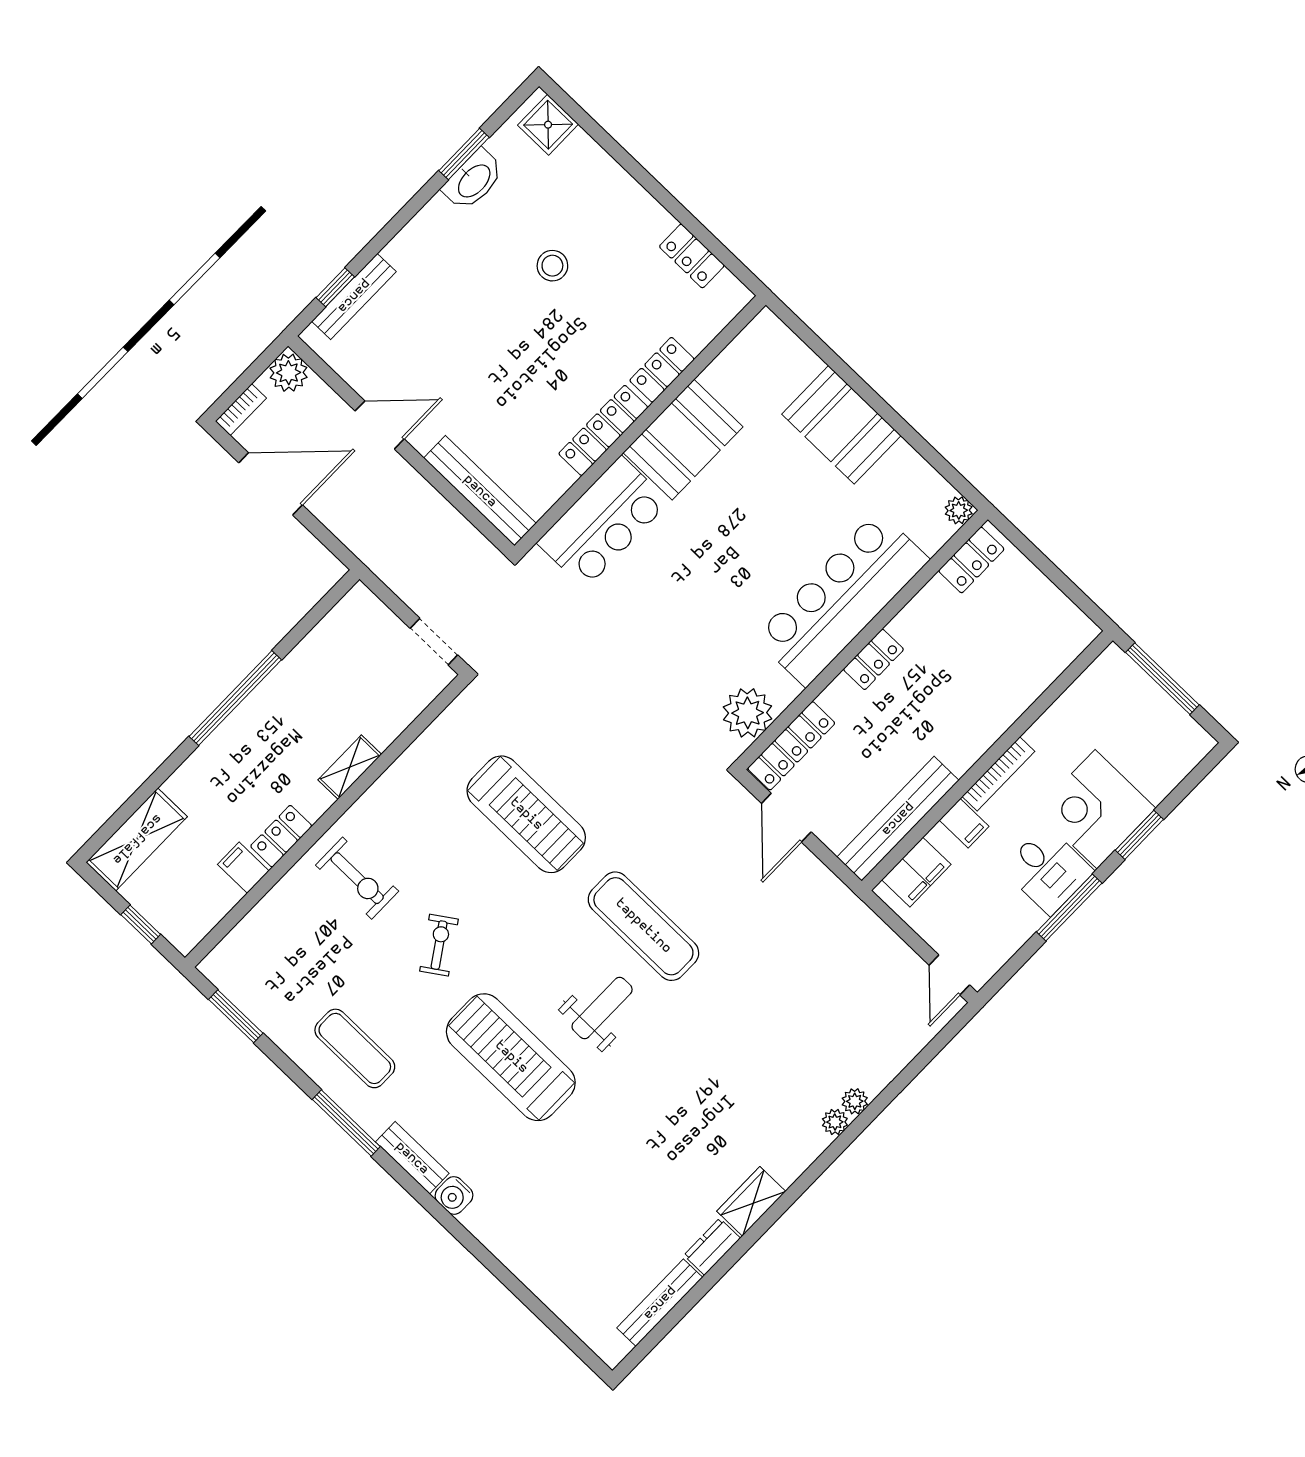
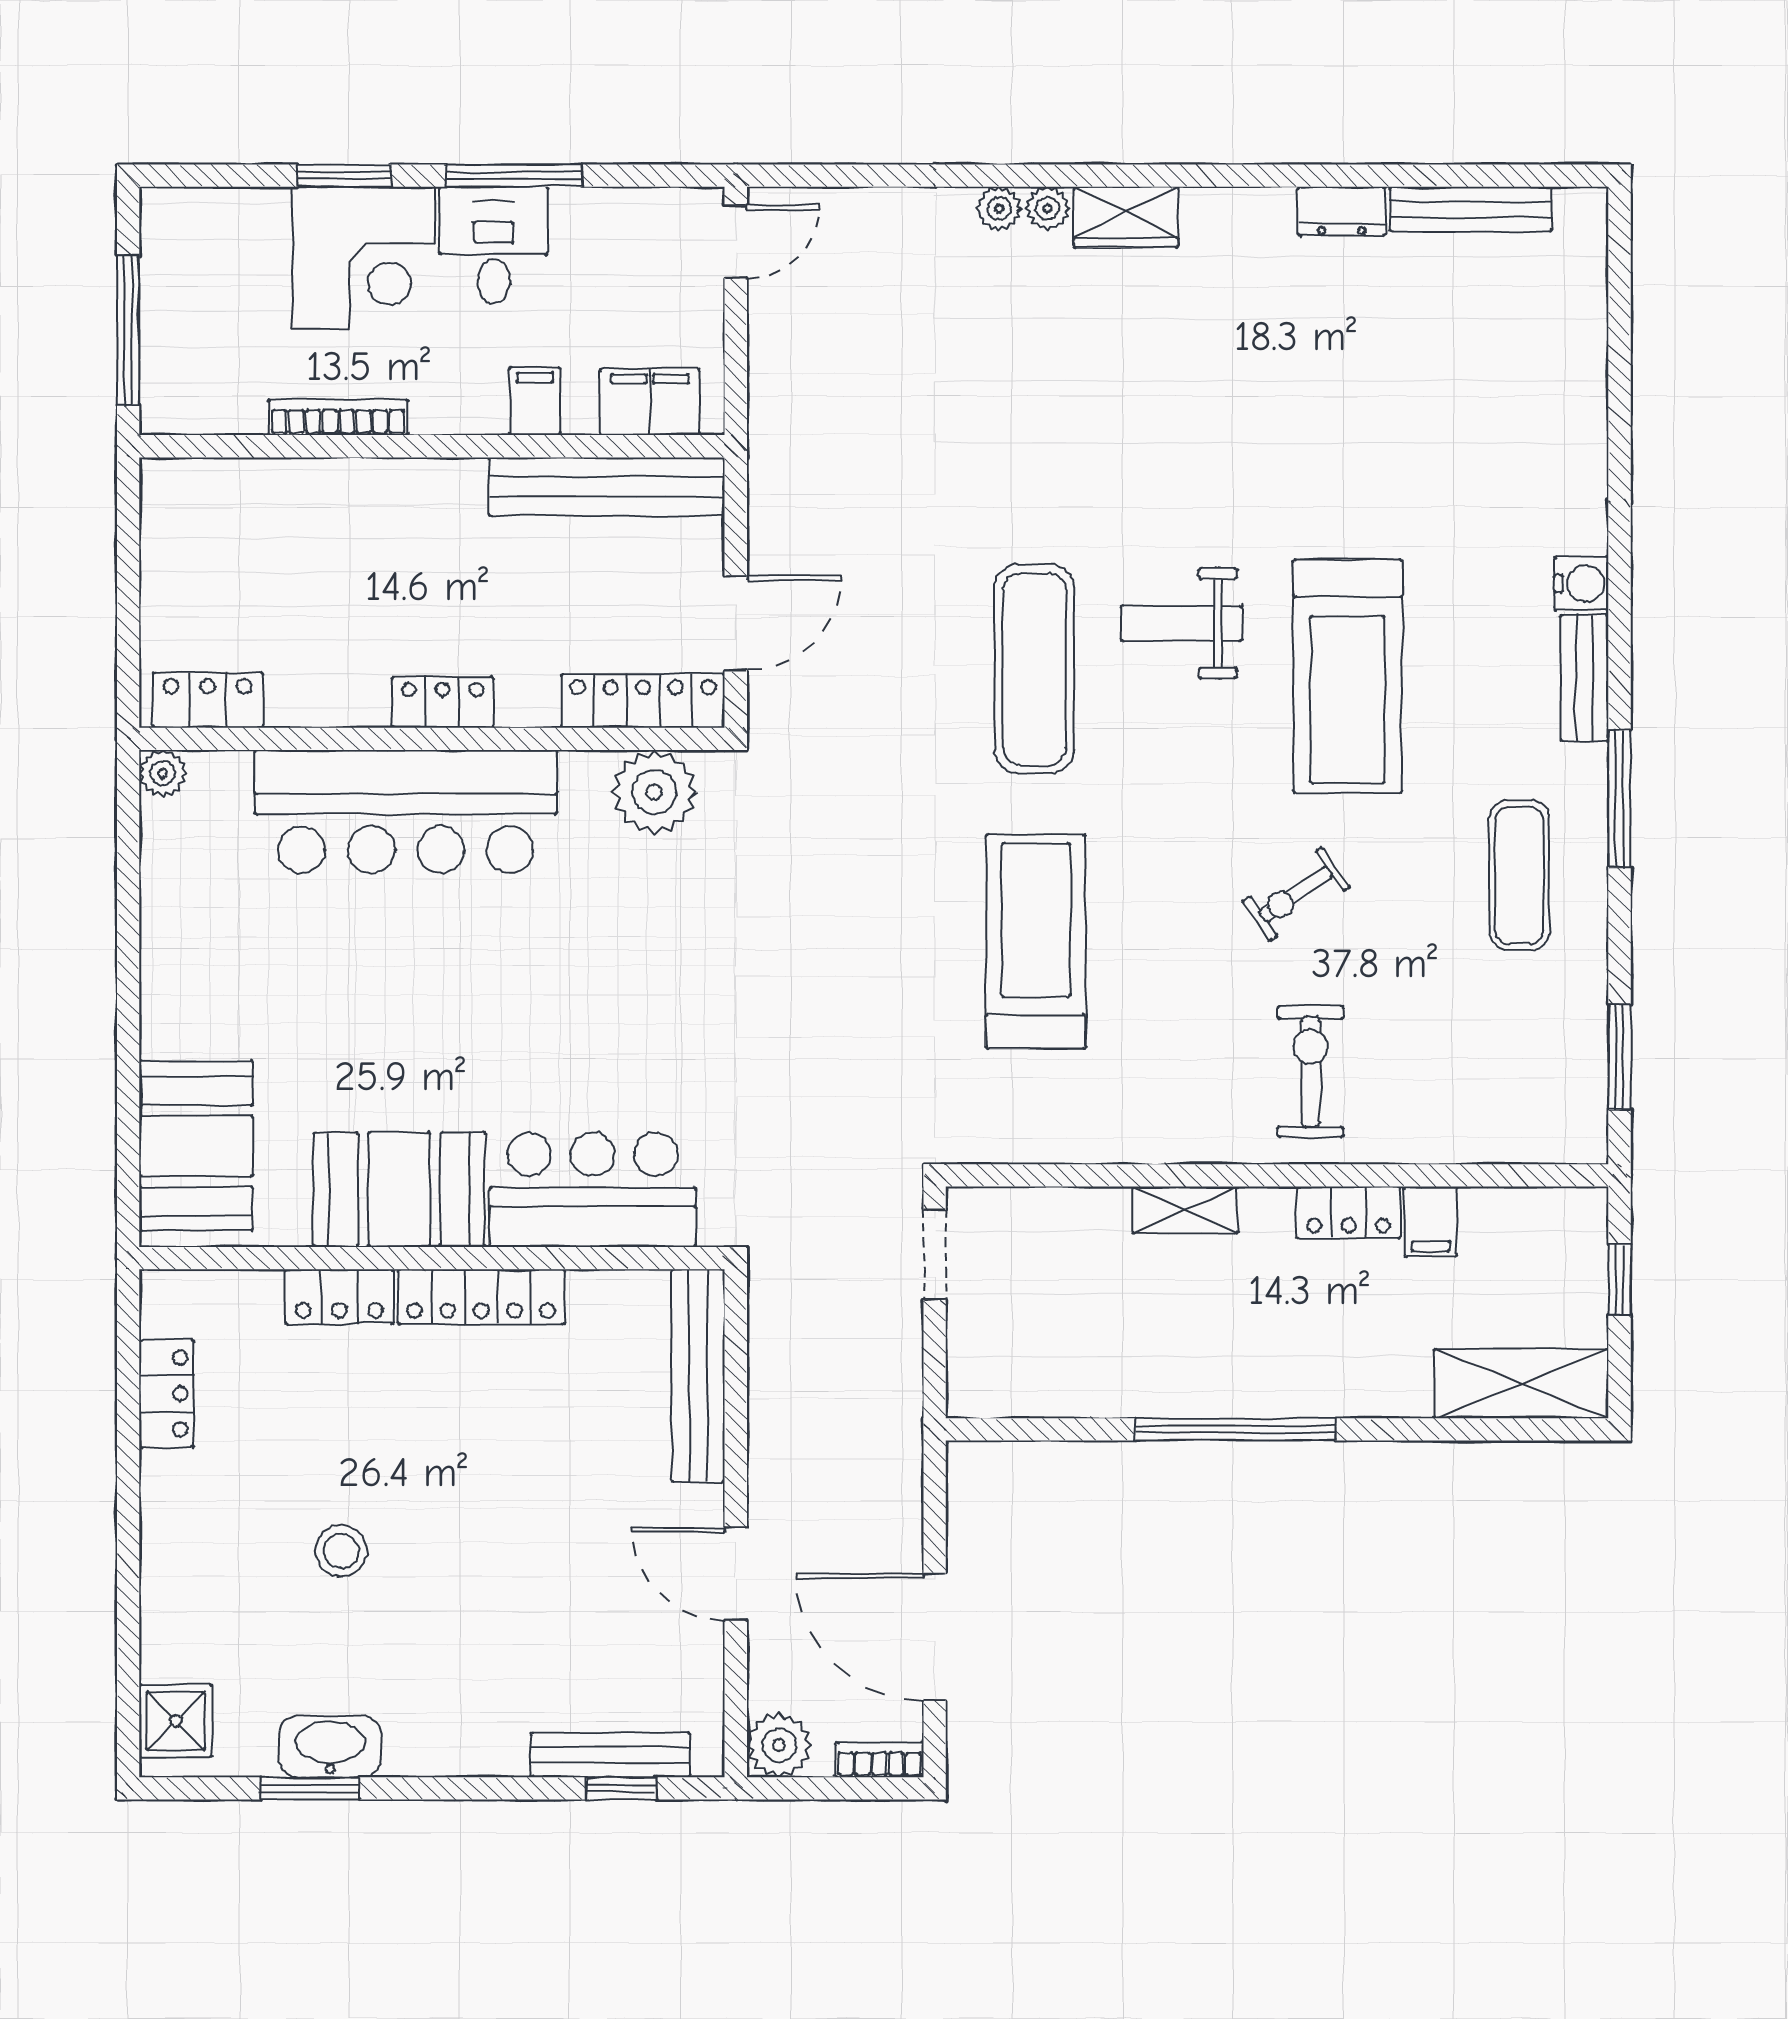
booth: (841, 425) -> (196, 1146), moved
bookcase: (998, 774) -> (338, 417), moved
wardrobe: (751, 1201) -> (1126, 217), moved

